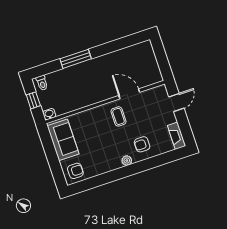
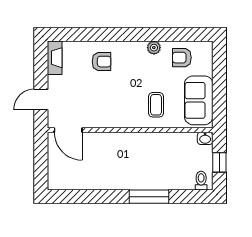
door: (129, 94) -> (68, 130), moved
coffee table: (119, 116) -> (156, 105), moved
plant: (127, 161) -> (154, 48), moved
armchair: (75, 171) -> (182, 58), moved

